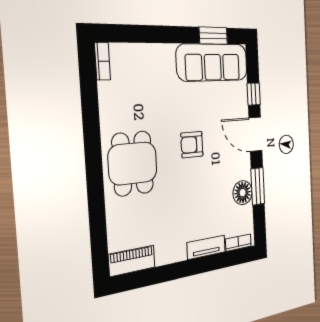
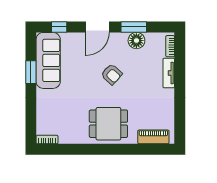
window: (213, 36) -> (31, 72), moved
window: (254, 94) -> (59, 27), moved
armchair: (192, 145) -> (112, 74), moved, turned -48
piano: (132, 261) -> (153, 137), moved, turned 90

